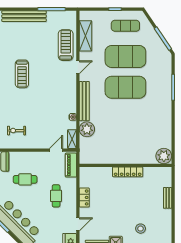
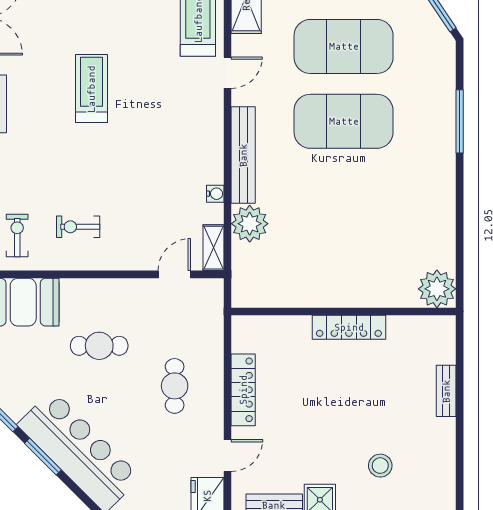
treadmill: (22, 74) -> (91, 89), turned 180
piano: (71, 165) -> (211, 311), removed
locker: (84, 197) -> (243, 390), width x1.53

